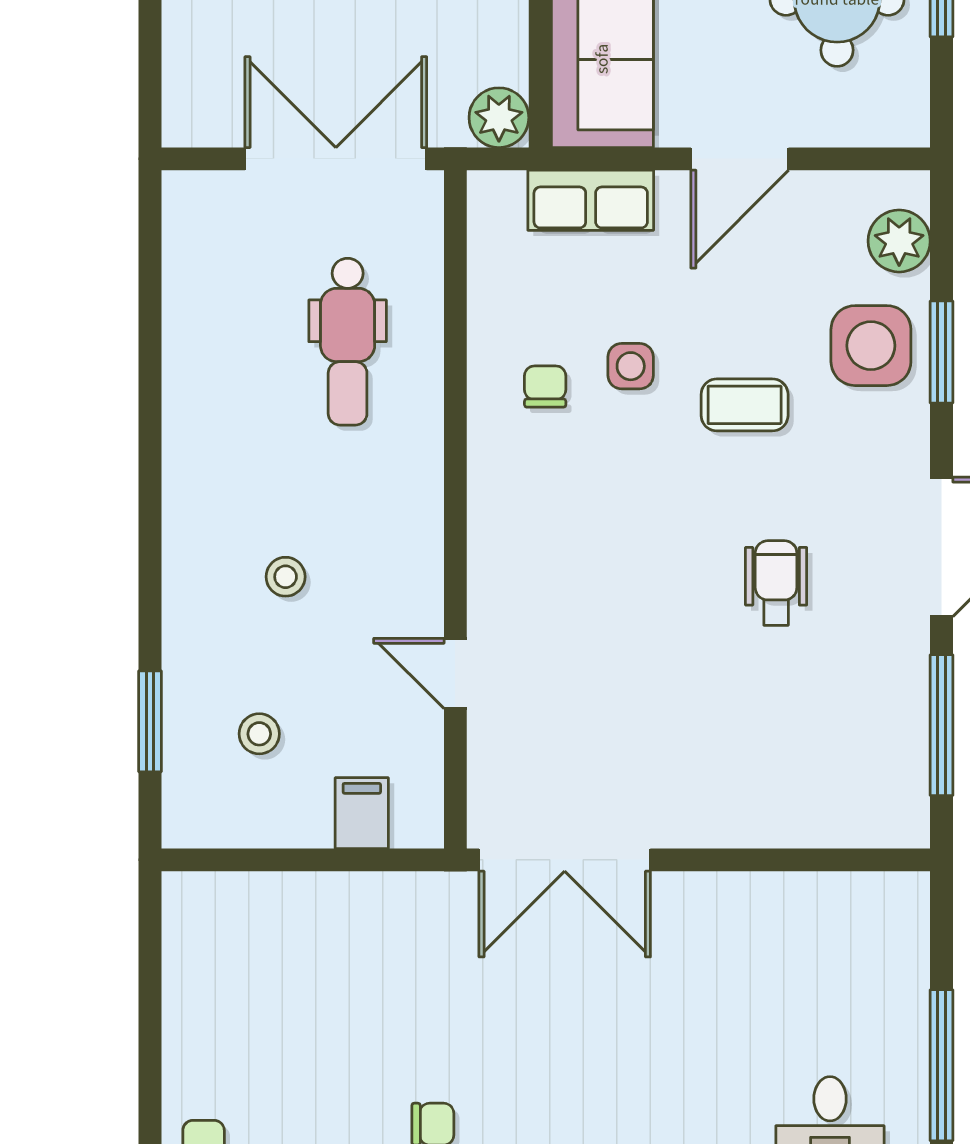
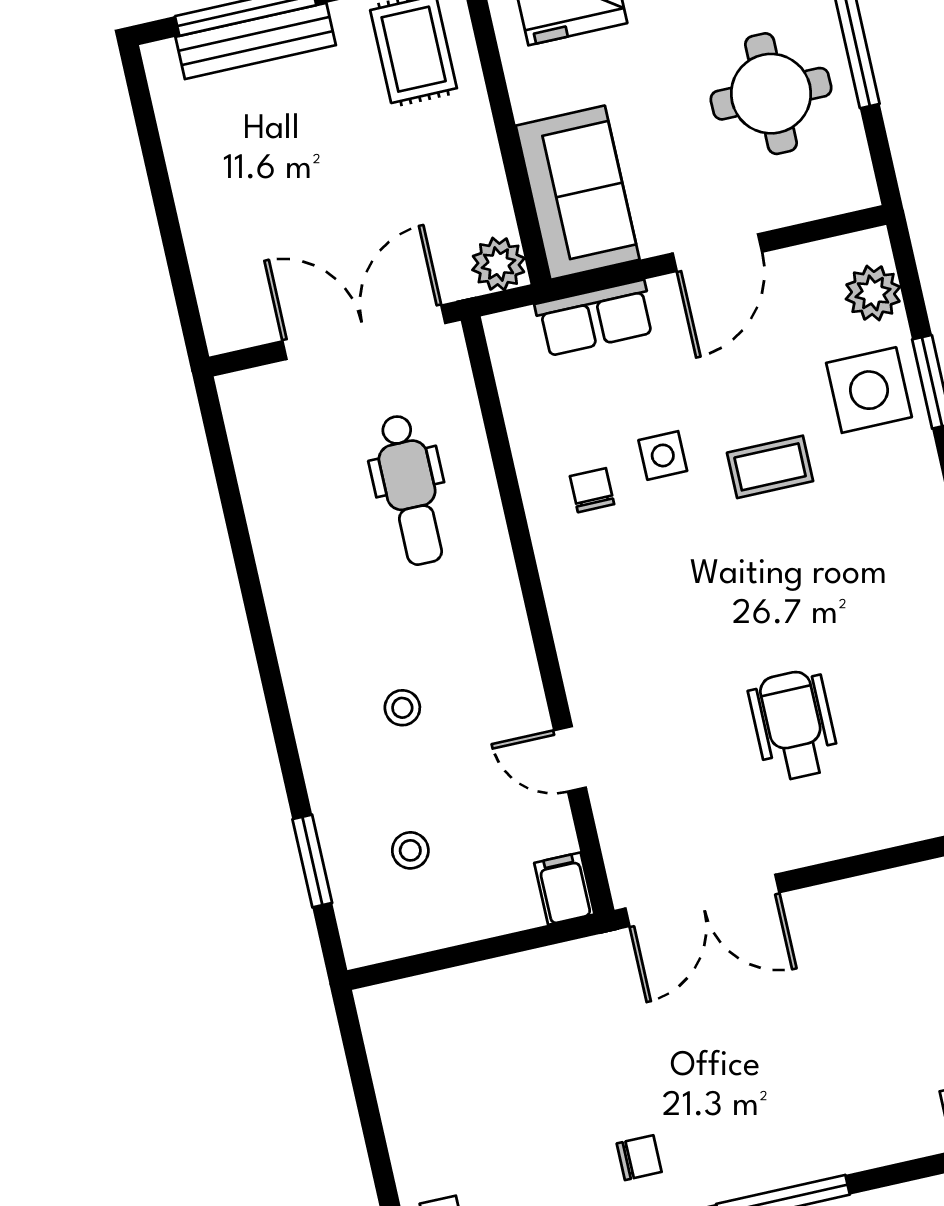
wheelchair: (776, 583) -> (794, 725), moved, width x1.36, depth x1.37
filing cabinet: (362, 813) -> (564, 889), moved

